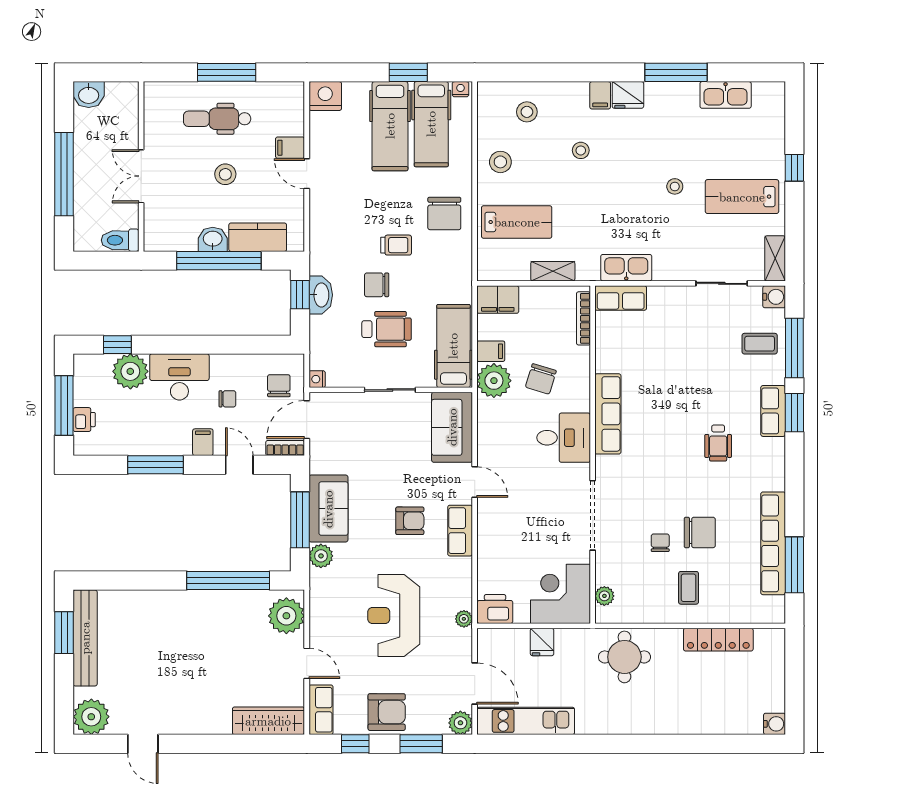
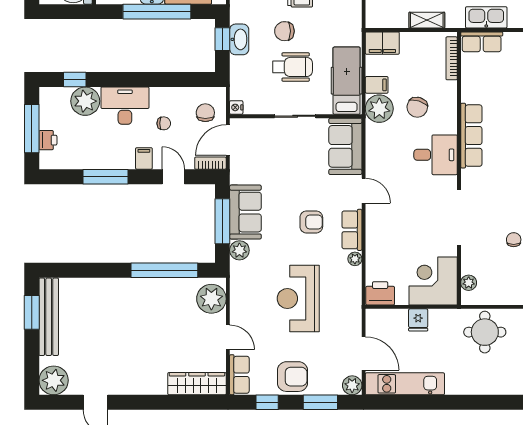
plant: (464, 619) -> (355, 259), moved

